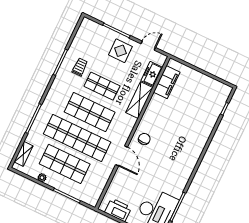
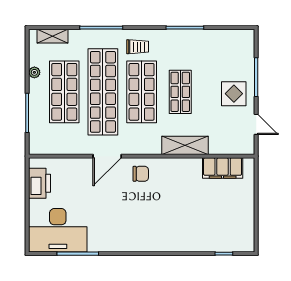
trolley: (80, 67) -> (138, 47), moved
freezer: (152, 74) -> (224, 145), removed

